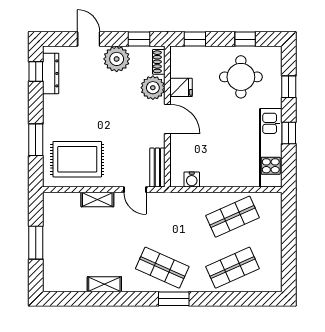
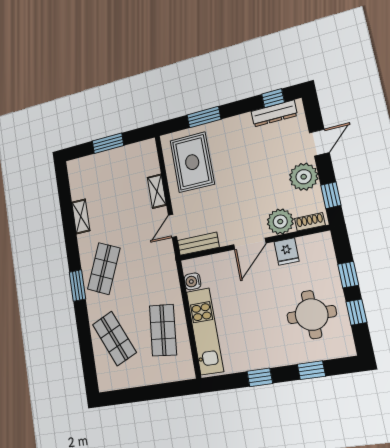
window: (195, 39) -> (348, 275), moved
kitchen unit: (271, 148) -> (205, 331), moved, turned 90
shop shelf: (232, 217) -> (163, 330), turned 30

